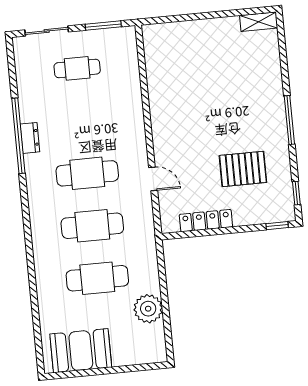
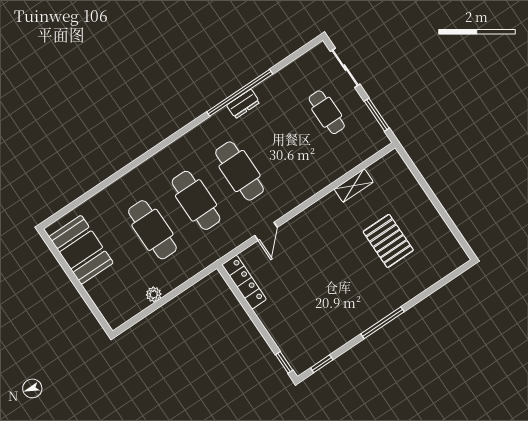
shelving: (259, 22) -> (354, 186), moved, turned 90
pallet: (243, 169) -> (388, 241), moved
locker: (206, 221) -> (244, 282), moved
plant: (148, 309) -> (154, 294), width x0.53, depth x0.53

